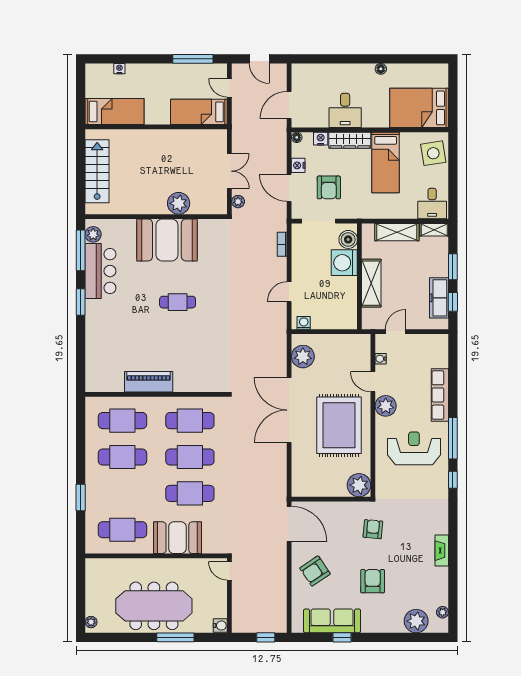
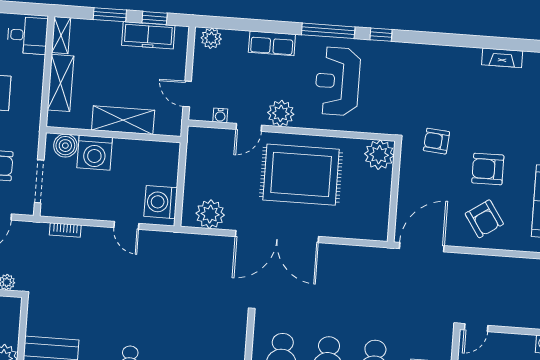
washing machine: (304, 323) -> (161, 202), width x1.89, depth x1.89
plant: (440, 347) -> (211, 38), added
row of seats: (440, 395) -> (272, 43), width x0.68
fireplace: (442, 551) -> (502, 58), moved
armchair: (373, 581) -> (488, 169), moved

